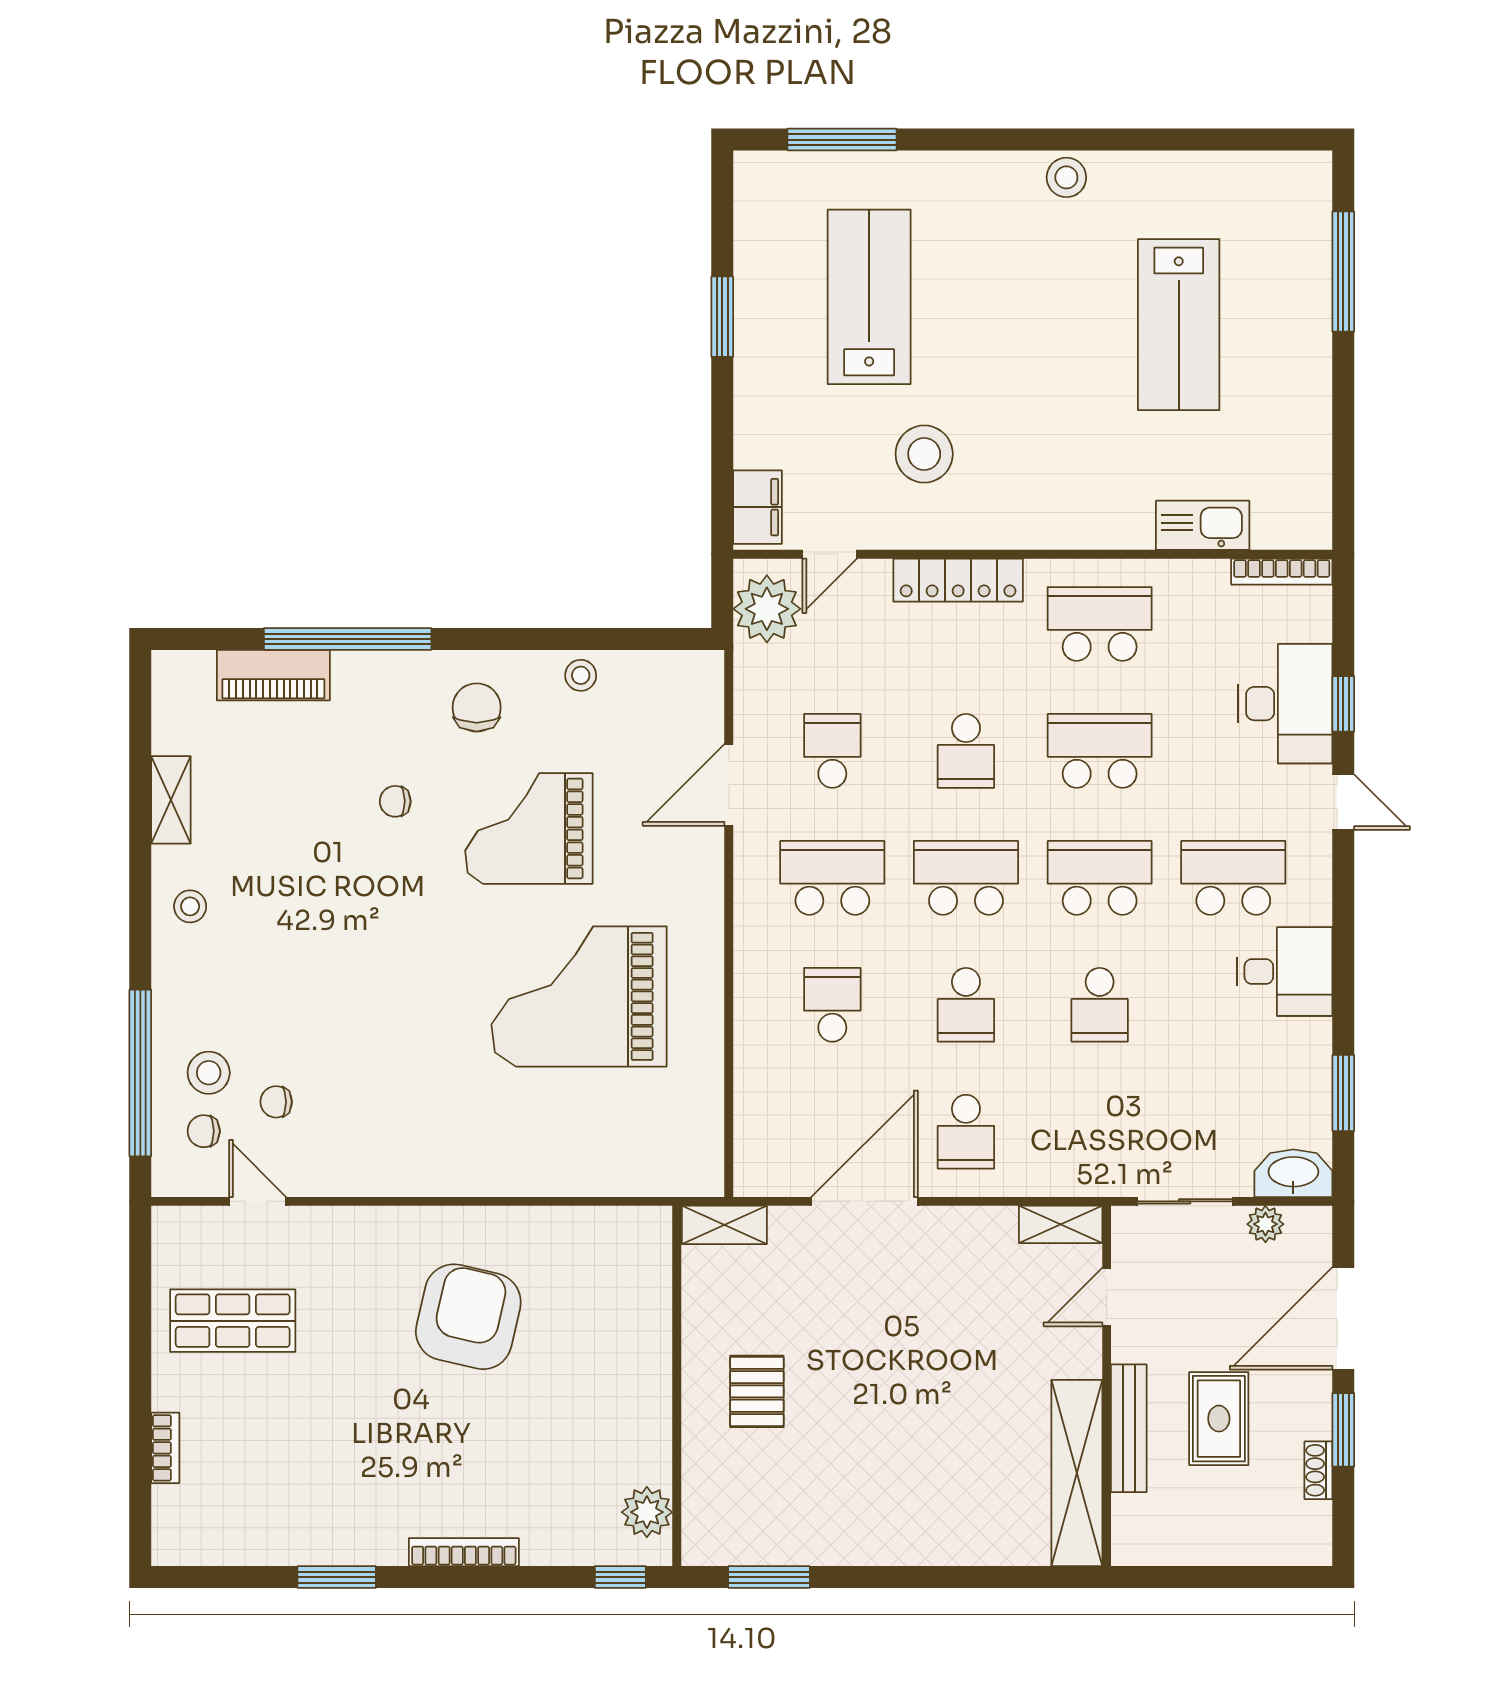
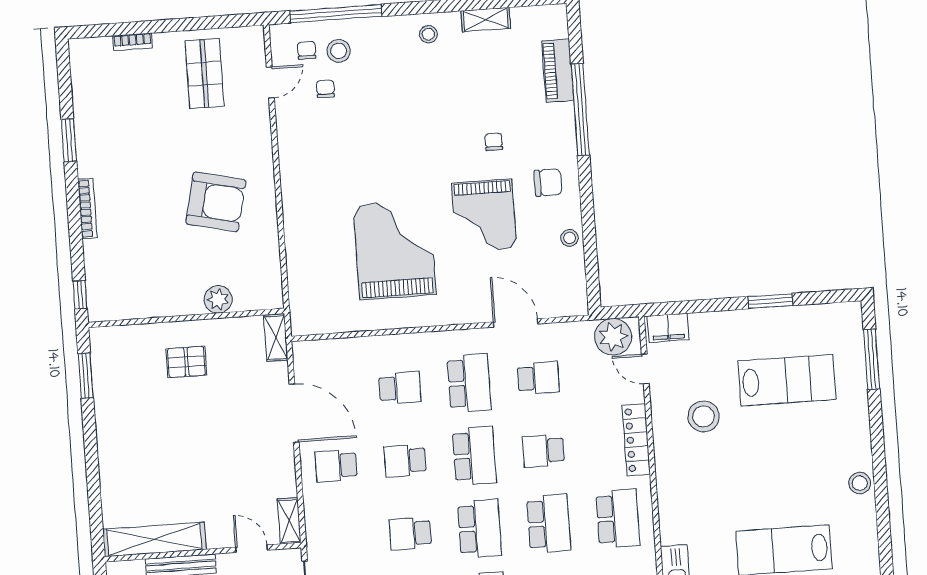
grand piano: (529, 829) -> (484, 216), turned 180
plant: (647, 1512) -> (218, 299), moved

